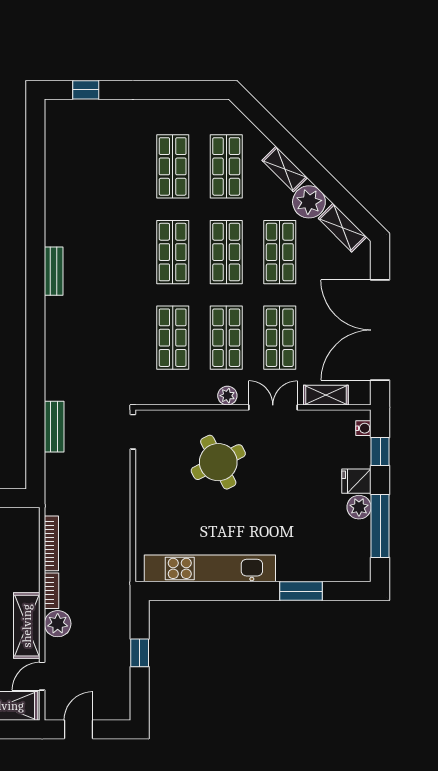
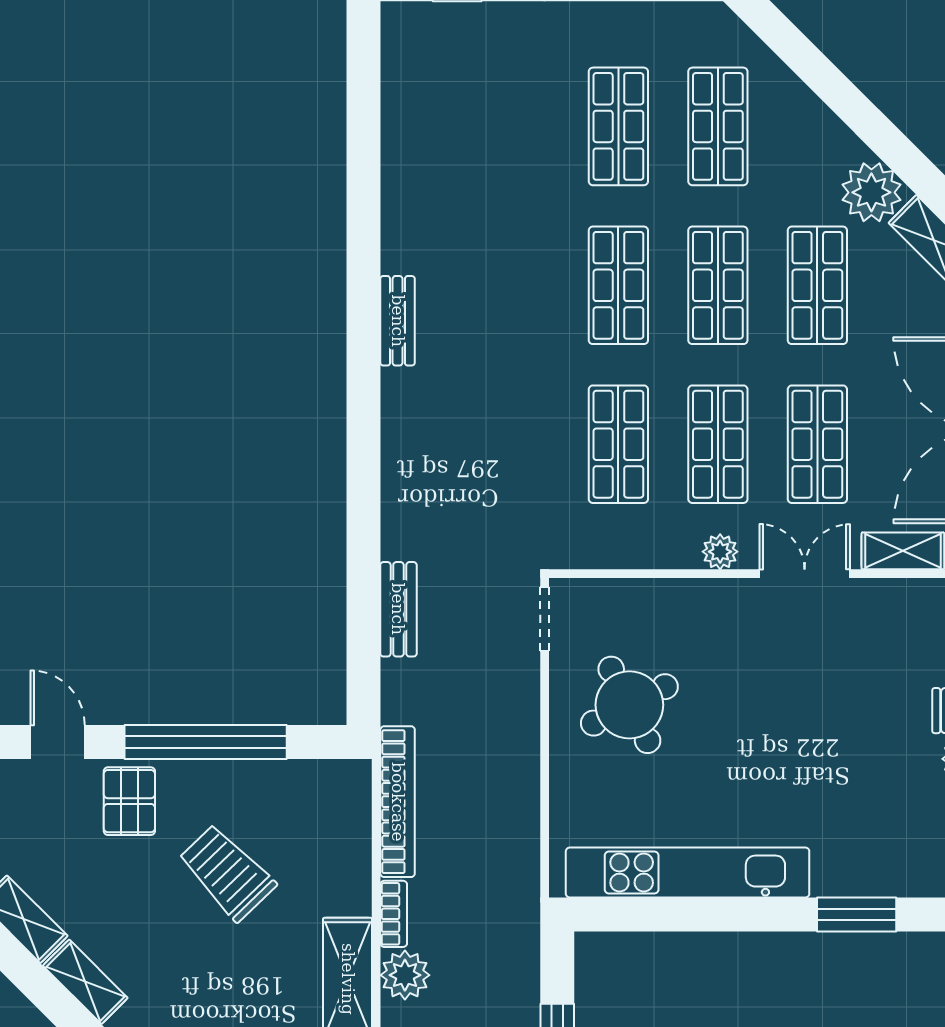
shelving: (285, 169) -> (827, 131), removed
round table: (218, 462) -> (629, 705), moved
bookcase: (51, 543) -> (398, 802), width x1.48, depth x1.31

